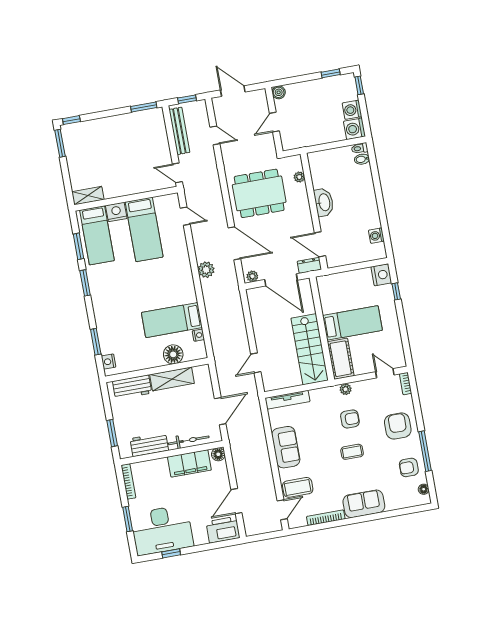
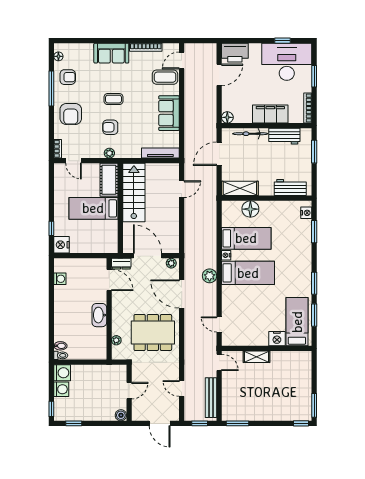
shelving: (88, 196) -> (257, 357), moved
bed: (144, 229) -> (248, 273), moved, turned 90
nightstand: (198, 335) -> (226, 255), moved
shelving: (172, 379) -> (240, 188), moved
filing cabinet: (189, 463) -> (270, 114), moved

